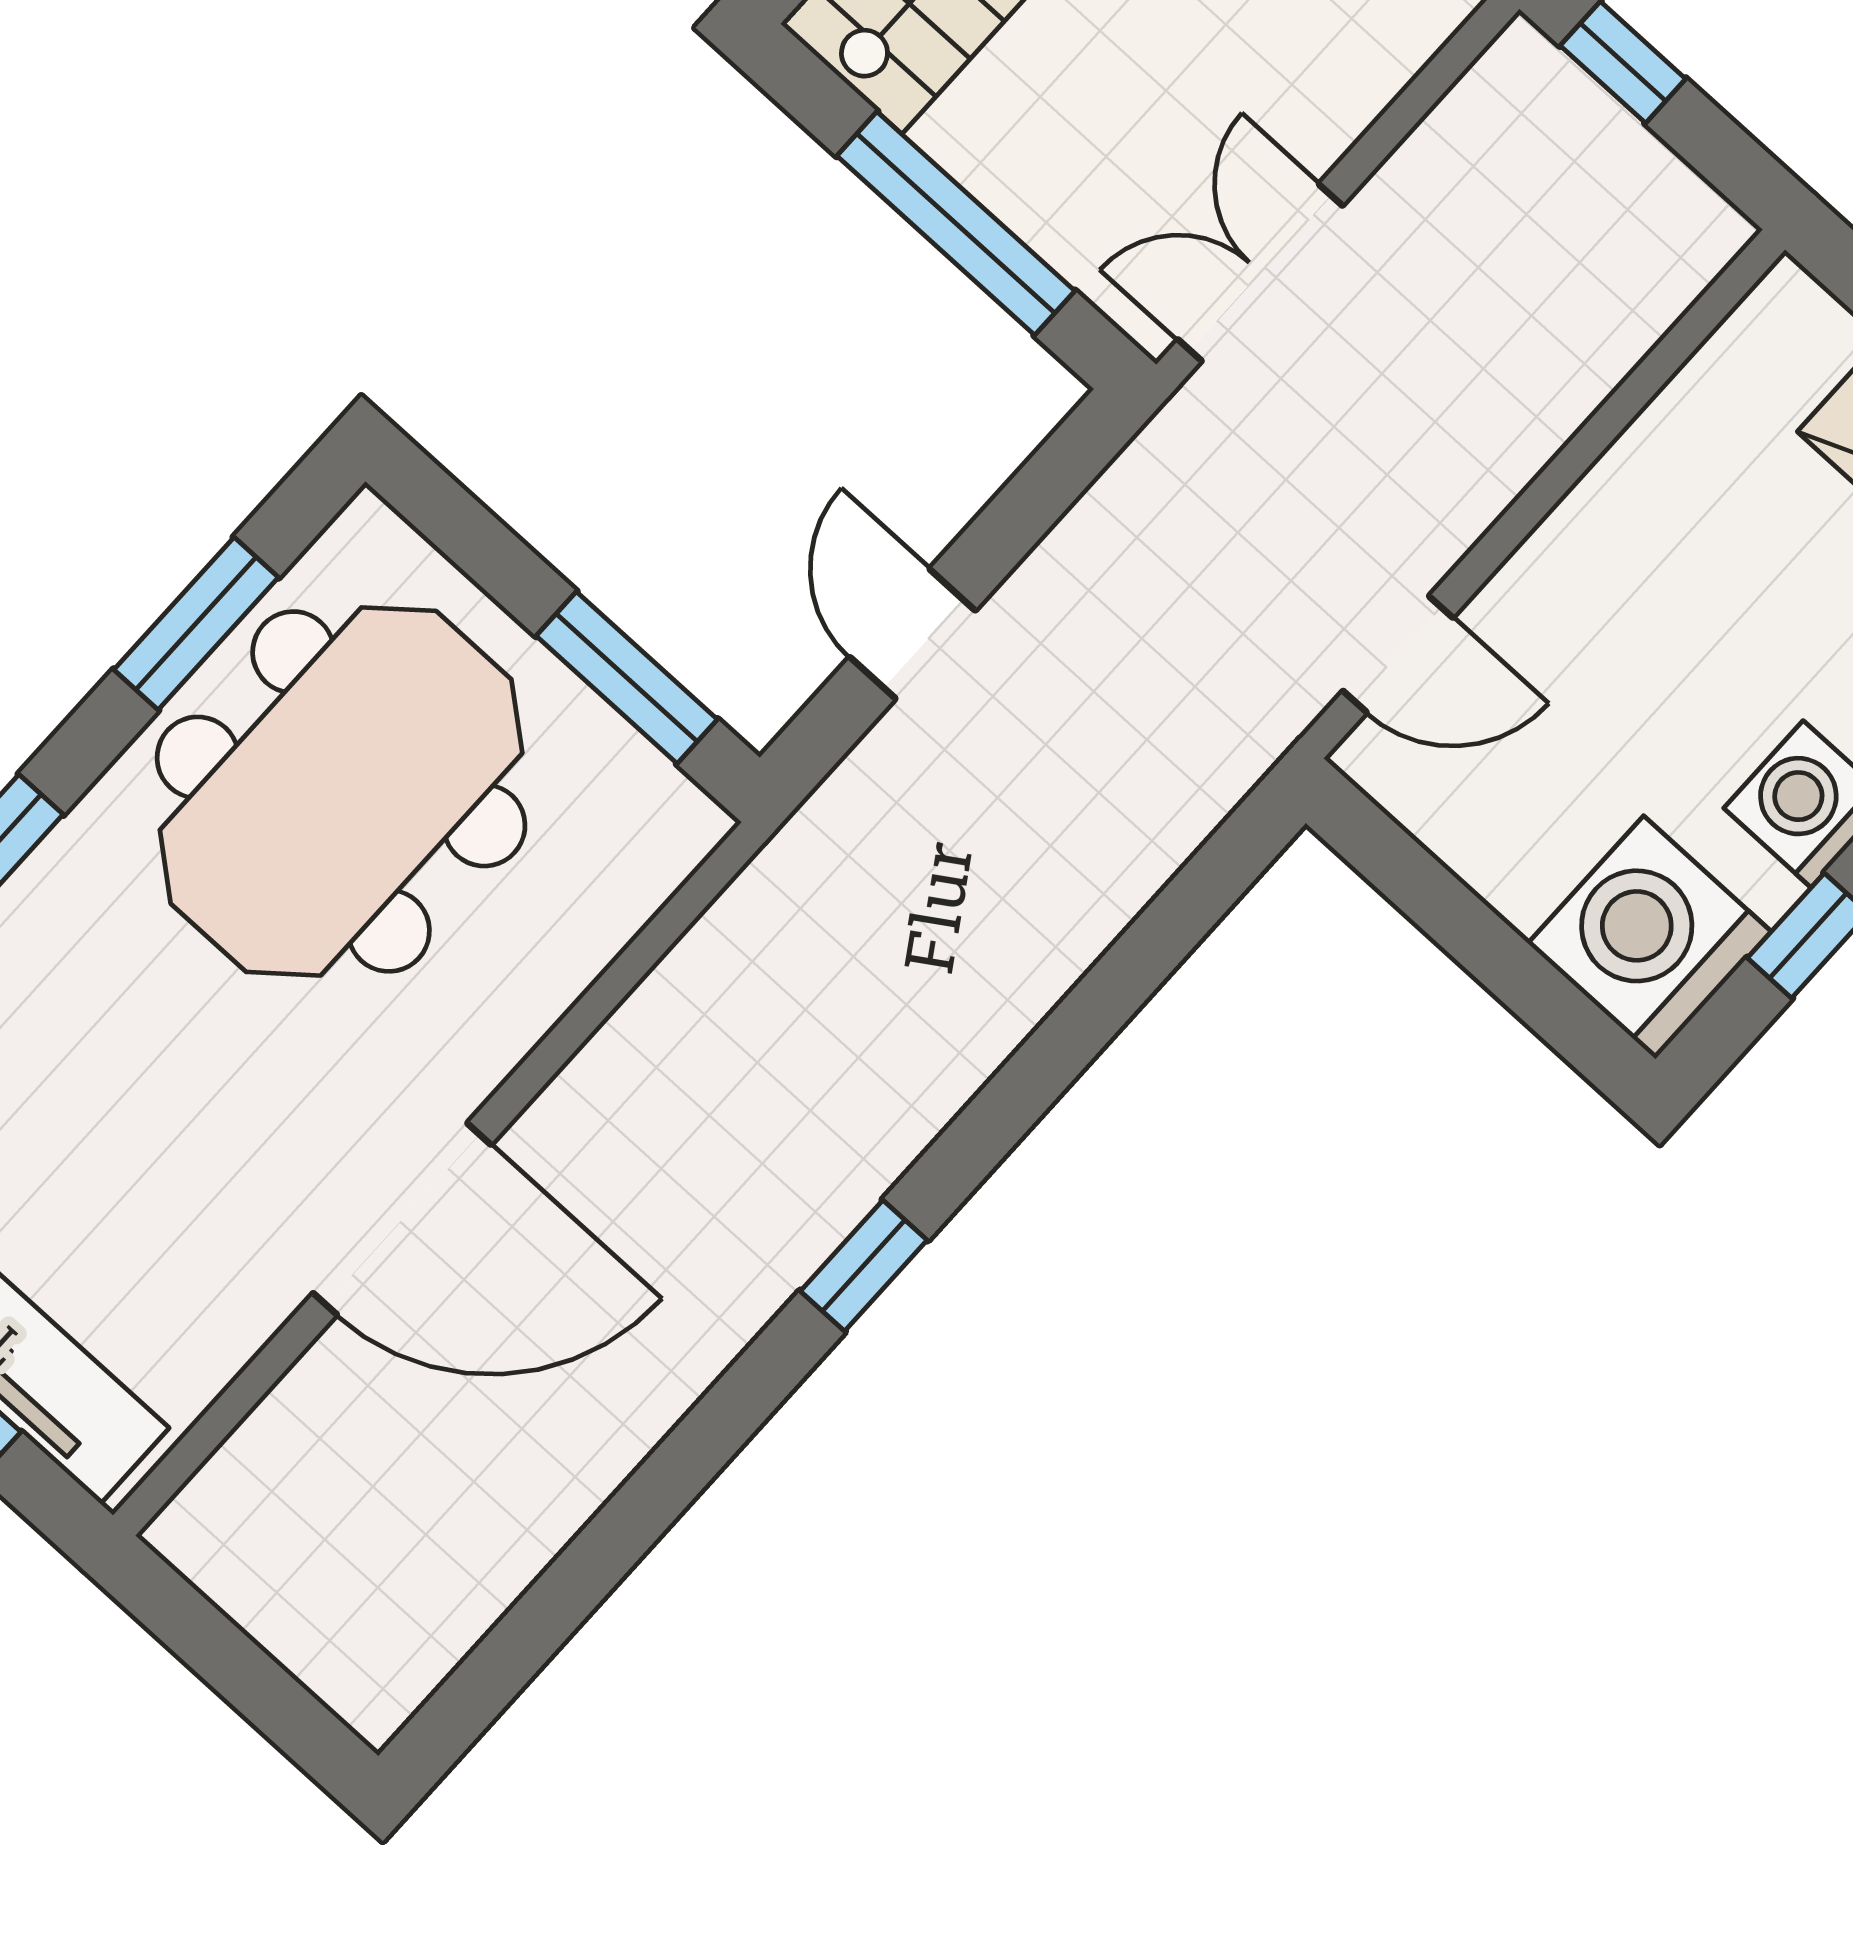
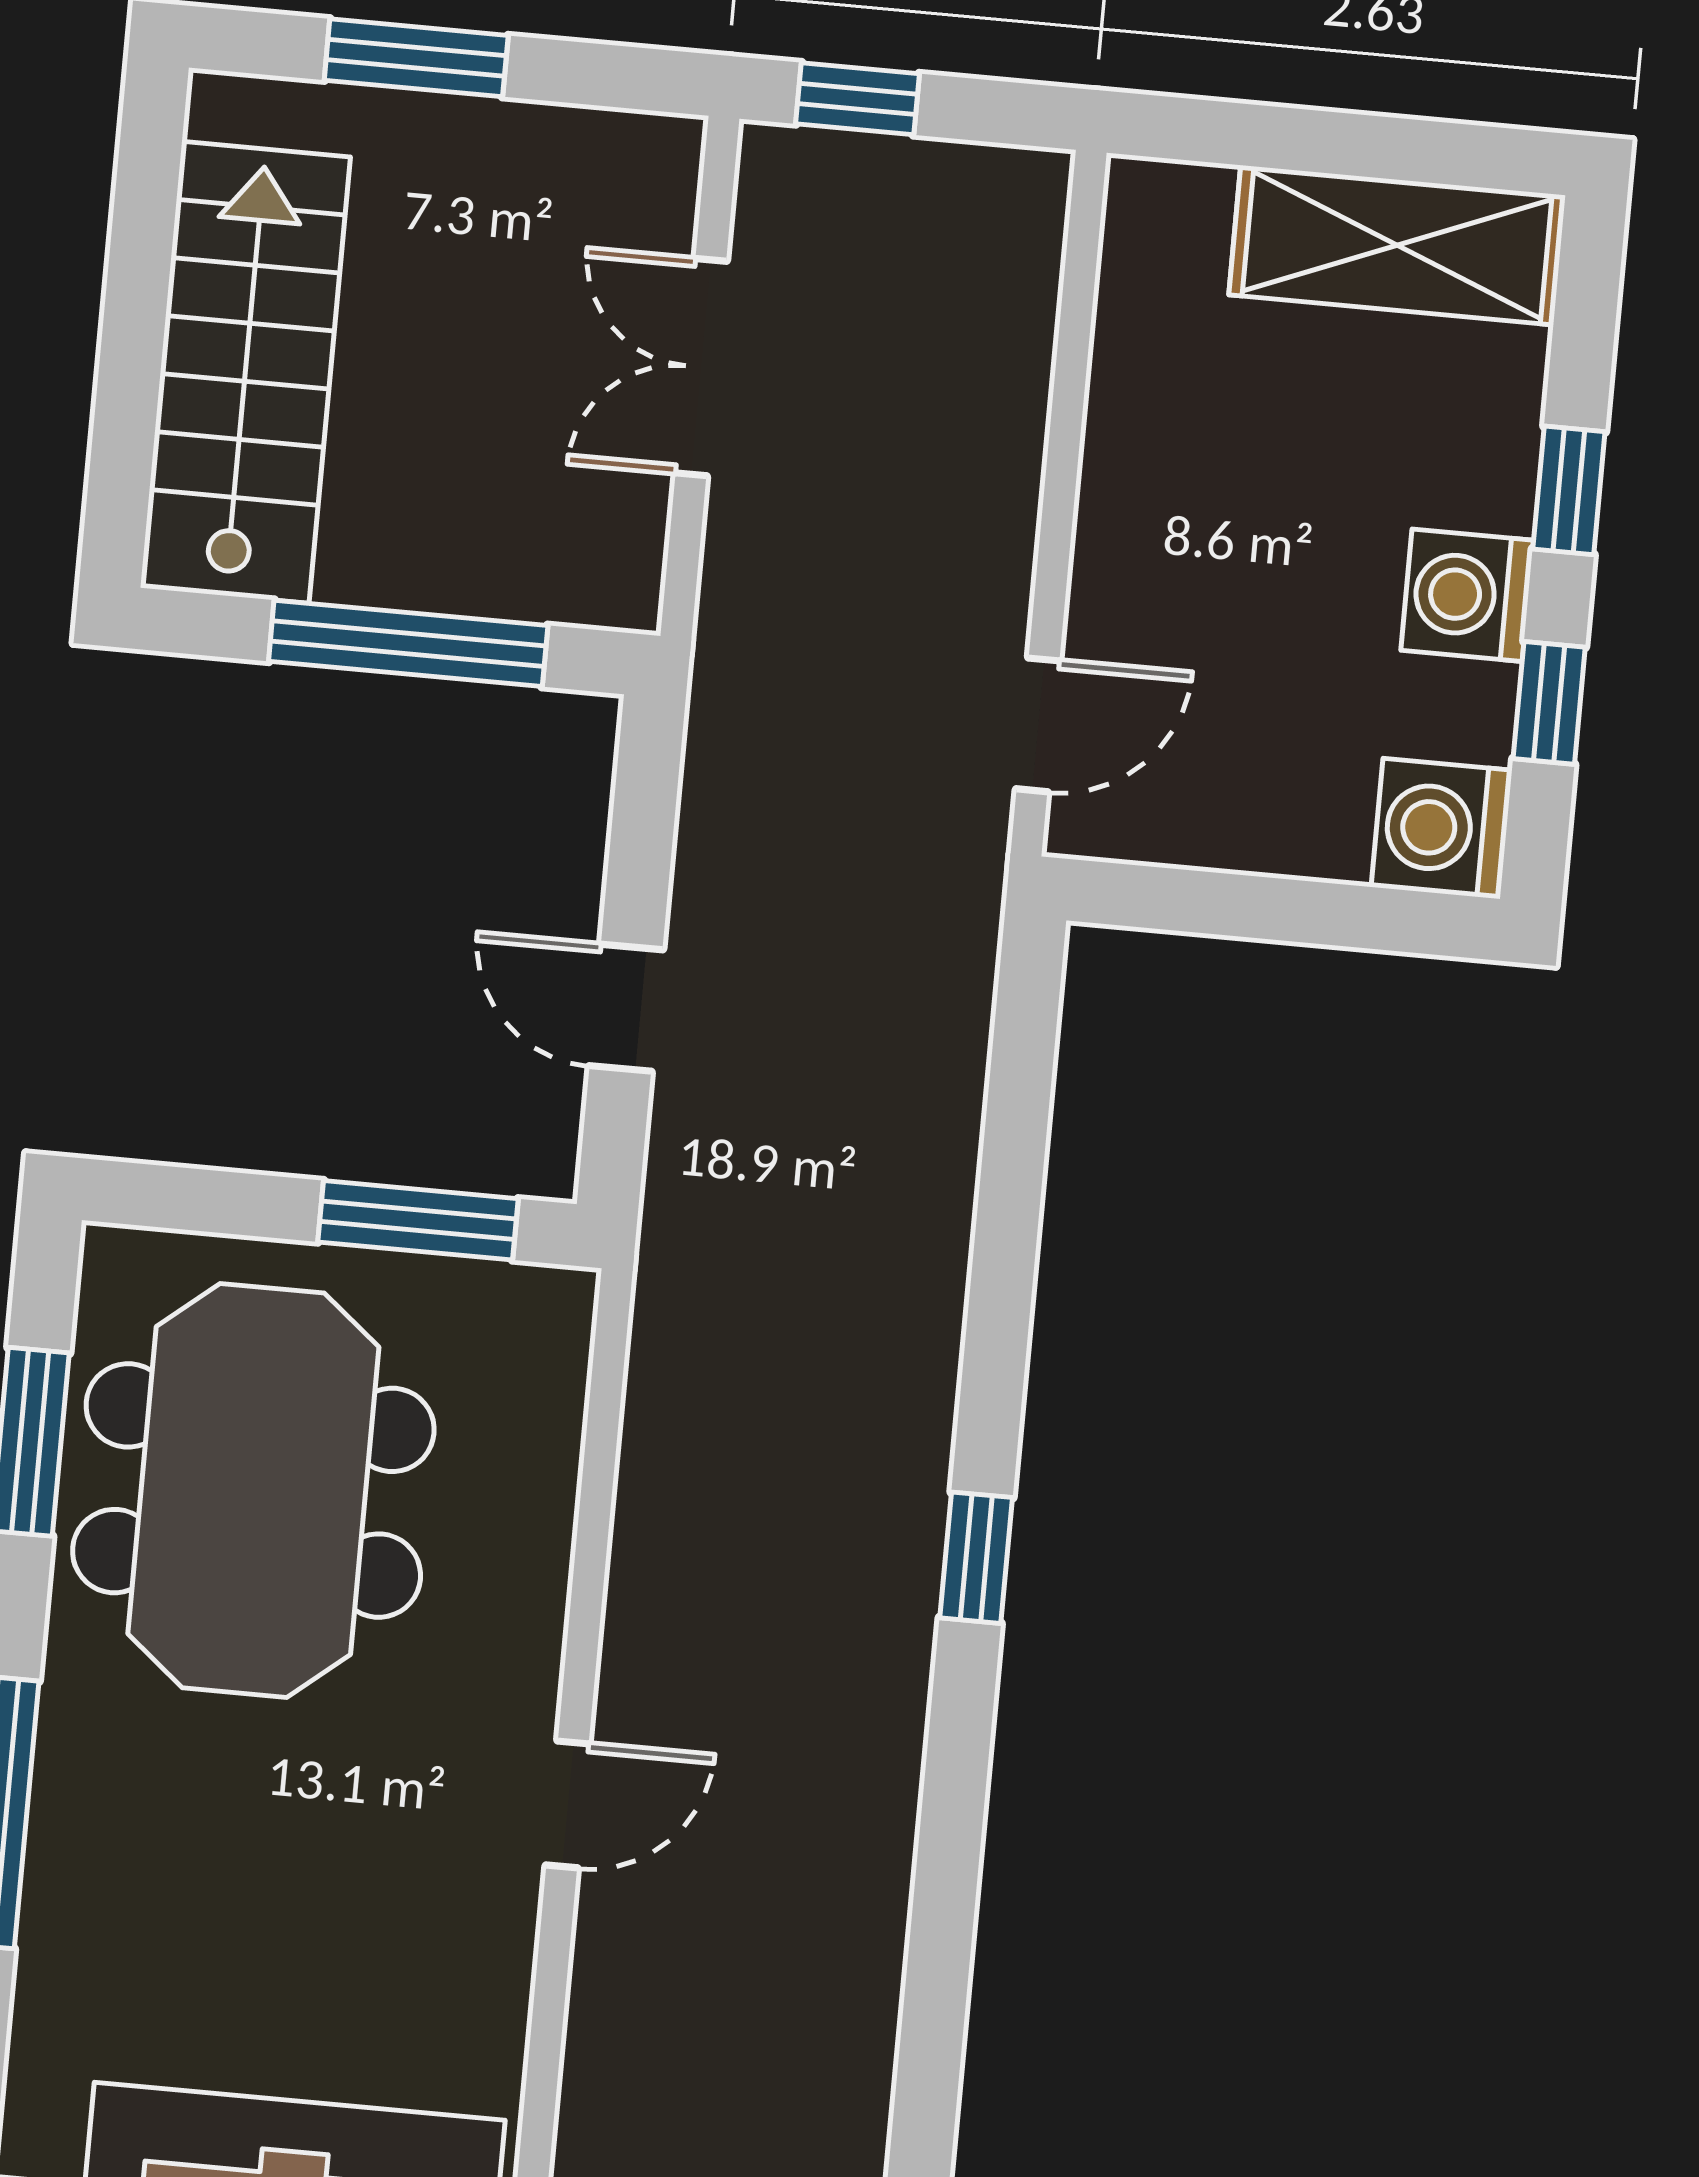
double door: (1260, 272) -> (701, 367), moved
washing machine: (1650, 938) -> (1442, 829), width x0.73, depth x0.73
door: (402, 1219) -> (568, 1804), width x0.53

